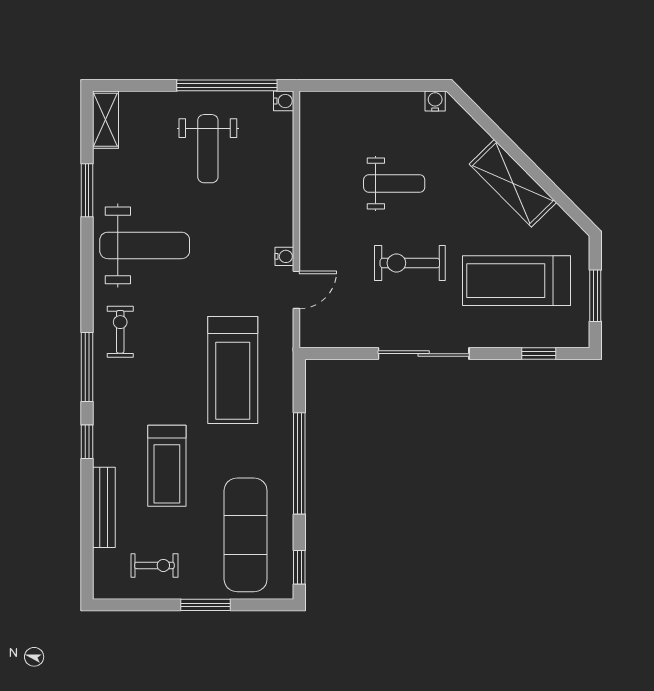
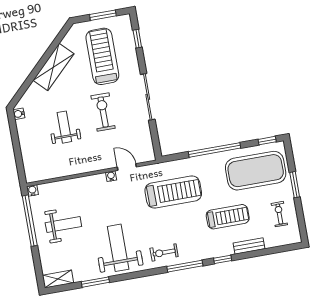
exercise bike: (410, 263) -> (103, 112), turned 180
treadmill: (517, 281) -> (102, 56), turned 180
bench: (104, 507) -> (249, 246), width x0.73
exercise mat: (246, 535) -> (256, 171), width x1.47

